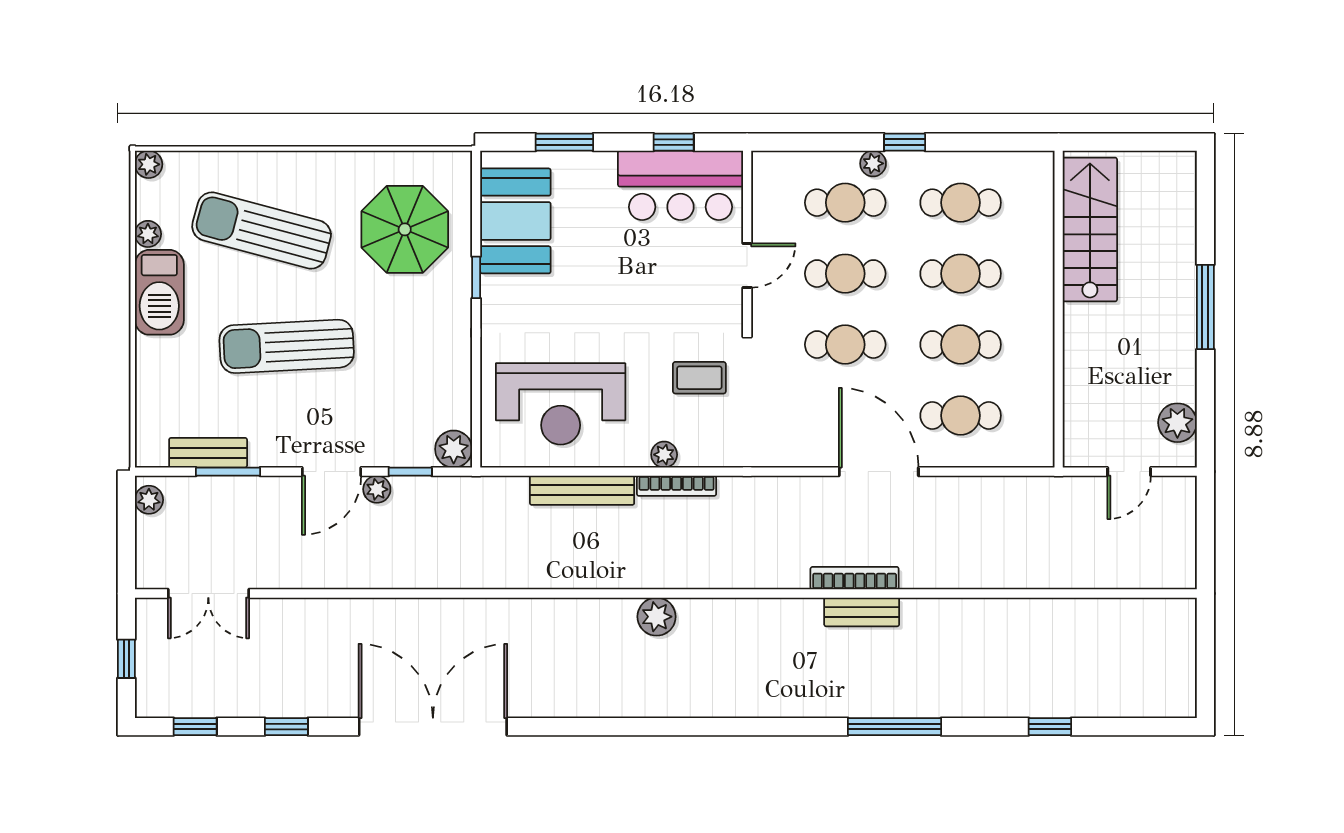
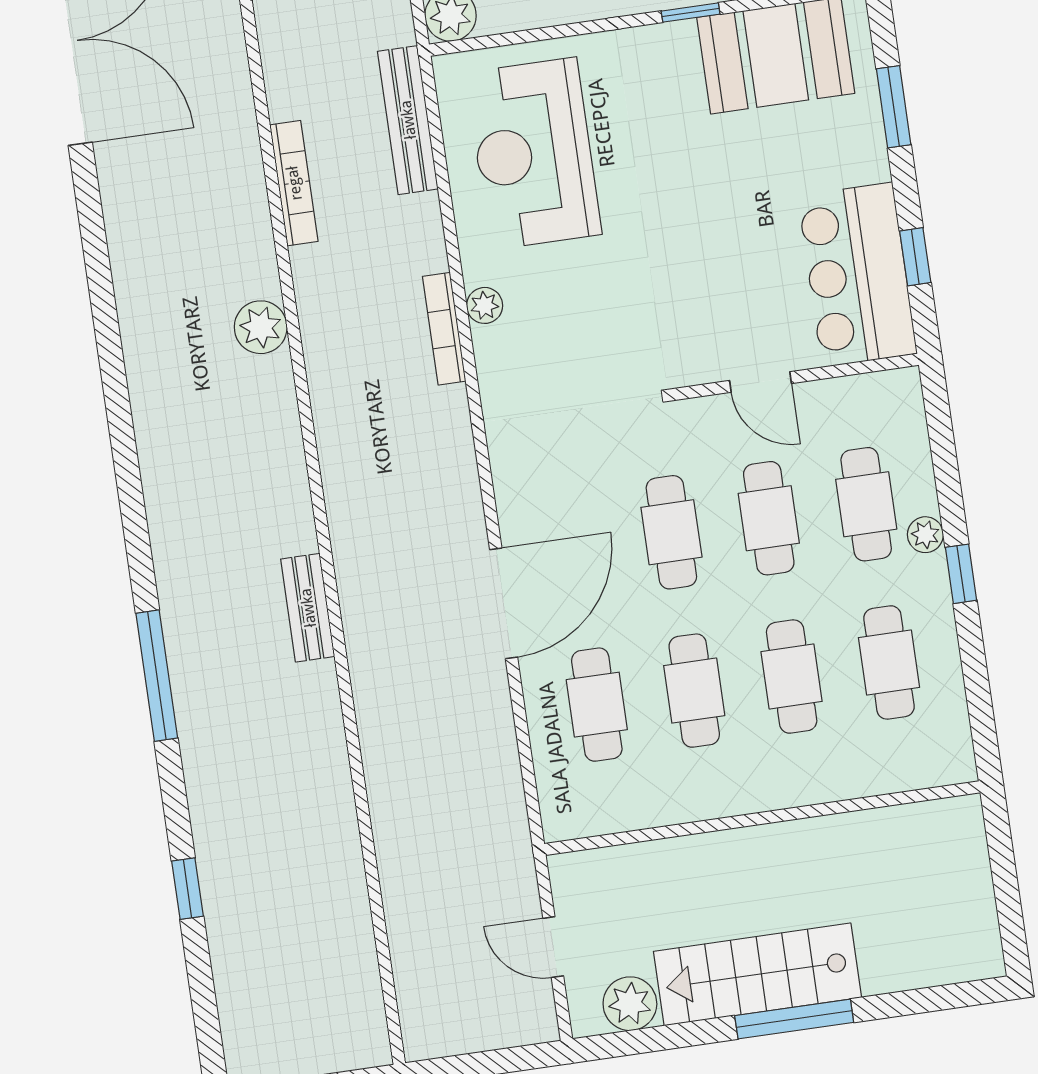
stairs: (1090, 229) -> (757, 974), moved, turned 180
coffee table: (699, 378) -> (597, 339), removed
bench: (582, 490) -> (408, 120), moved
bookcase: (855, 578) -> (294, 183), moved

